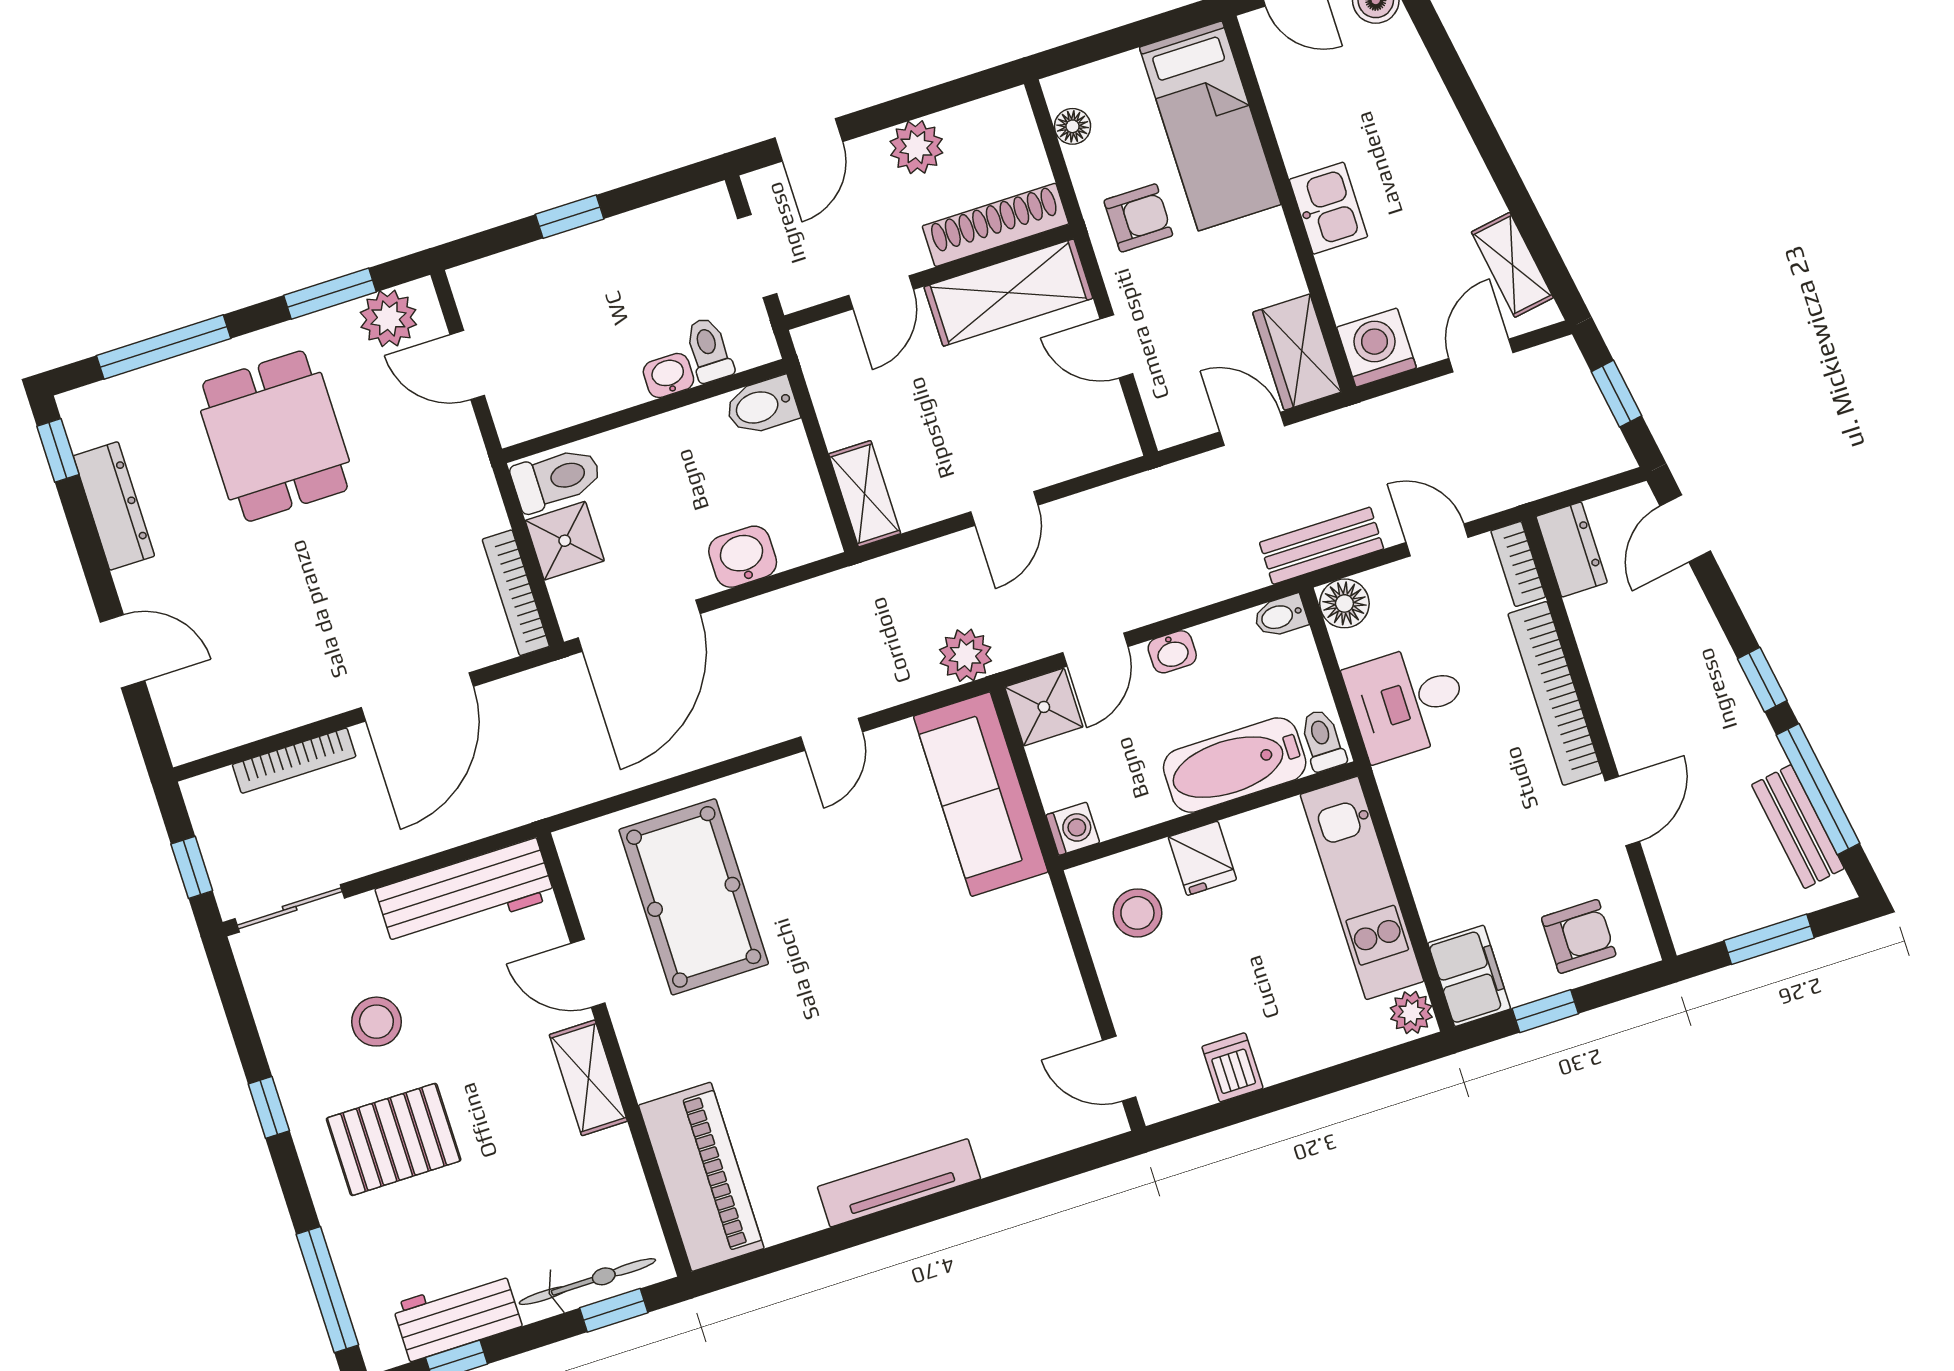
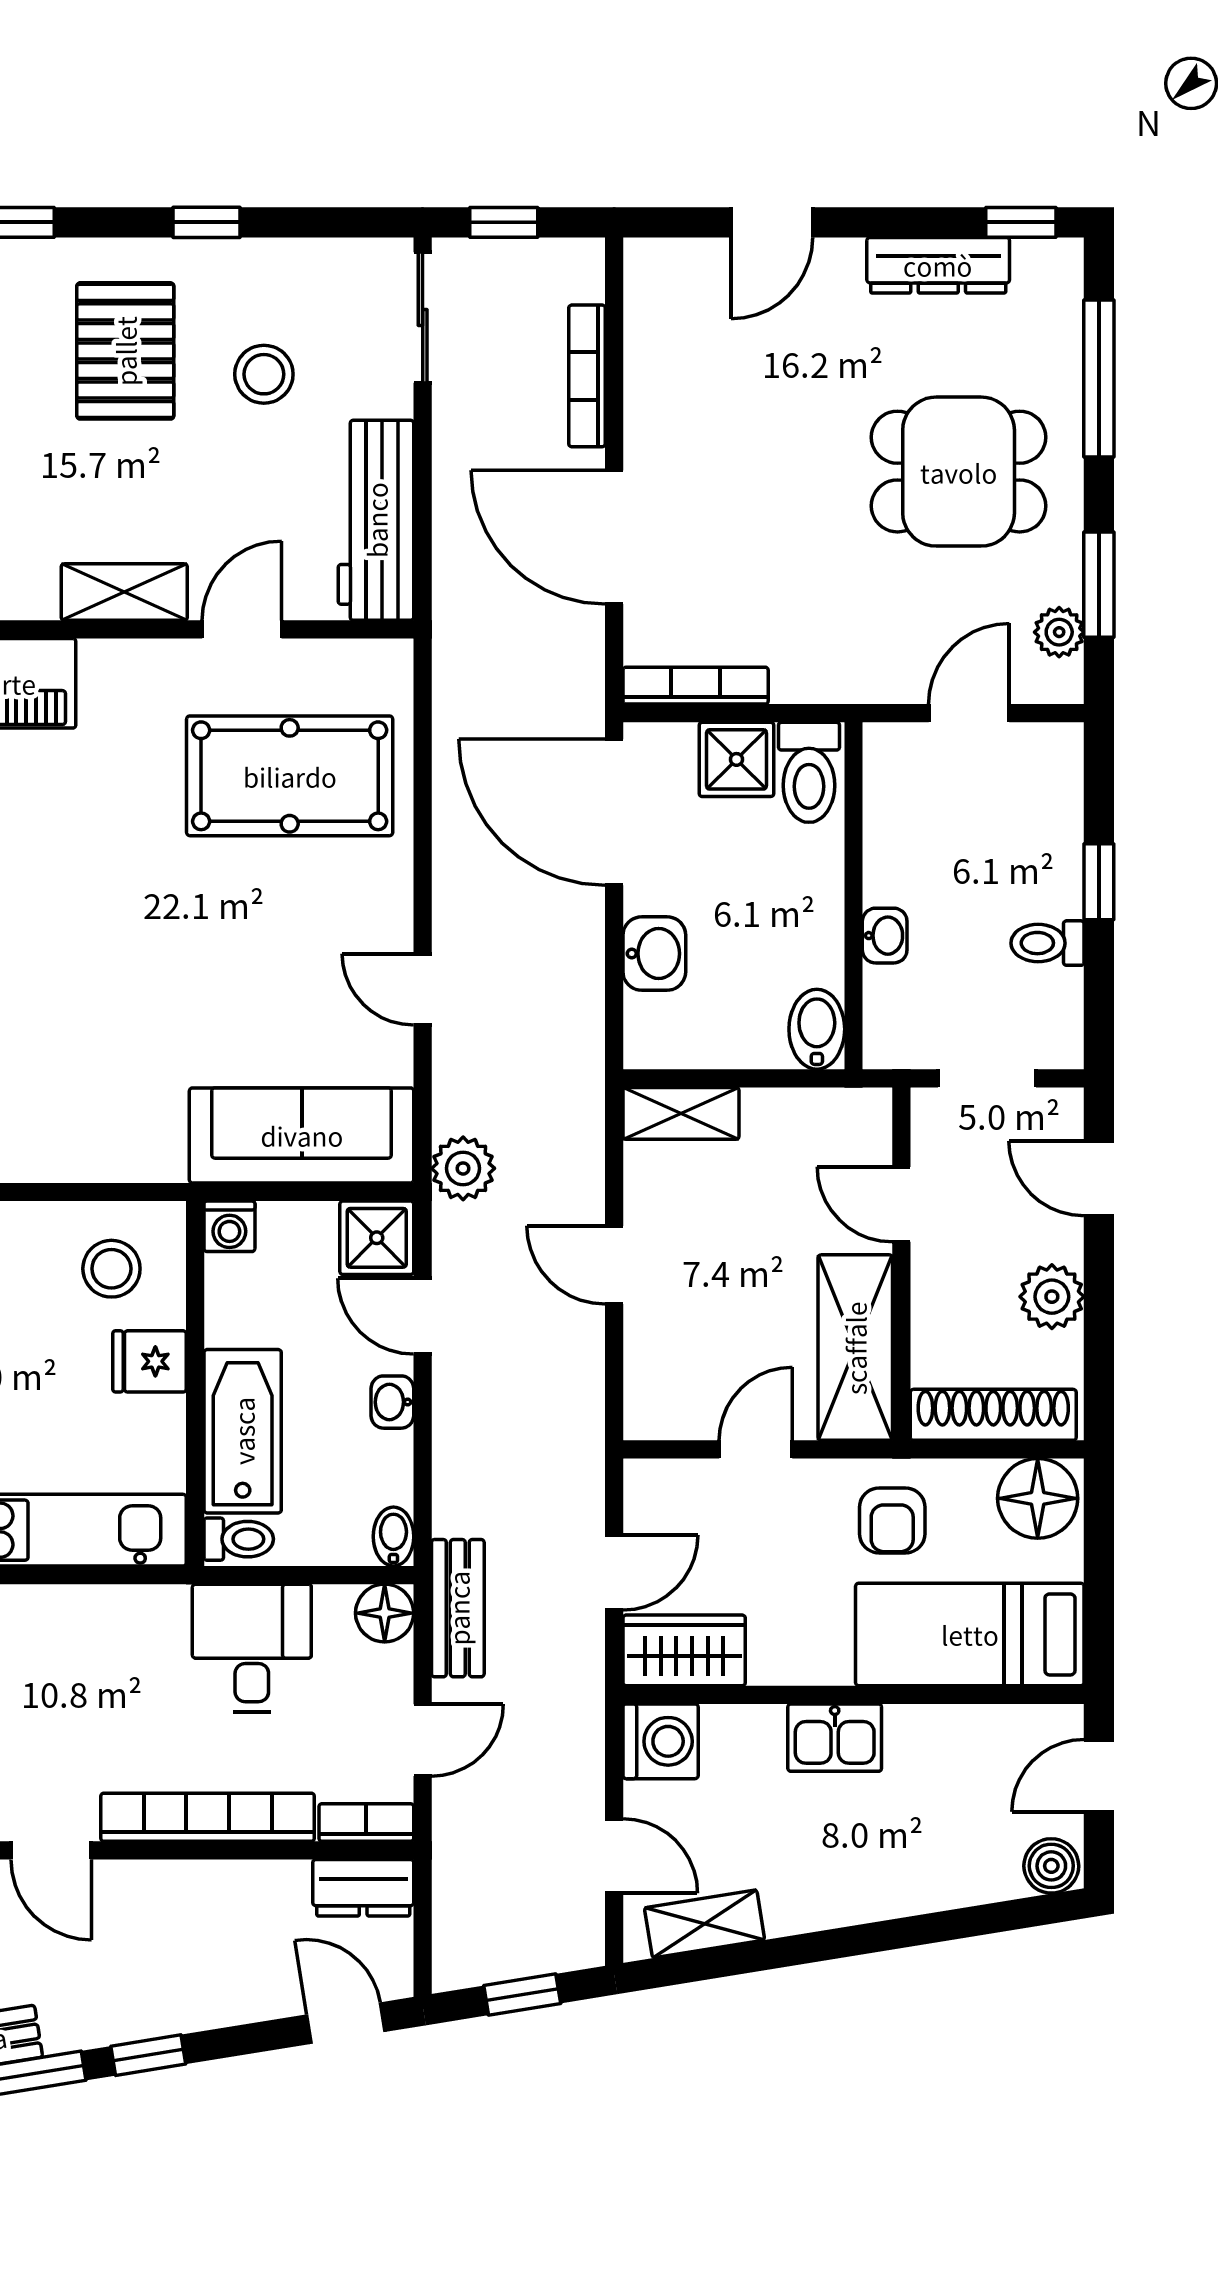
floor lamp: (1073, 126) -> (1038, 1498), width x1.89, depth x1.89
shoe rack: (996, 225) -> (993, 1415), moved, turned -90
plant: (388, 318) -> (1059, 632), width x0.73, depth x0.73
toilet: (709, 350) -> (1048, 943), moved, turned 180

